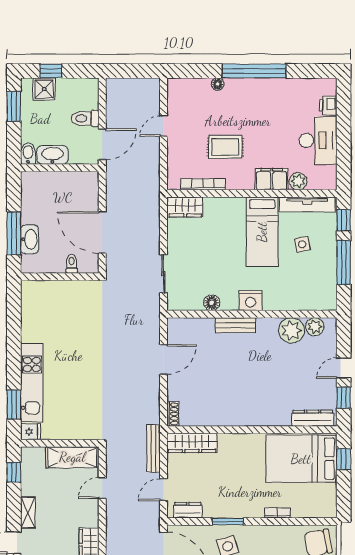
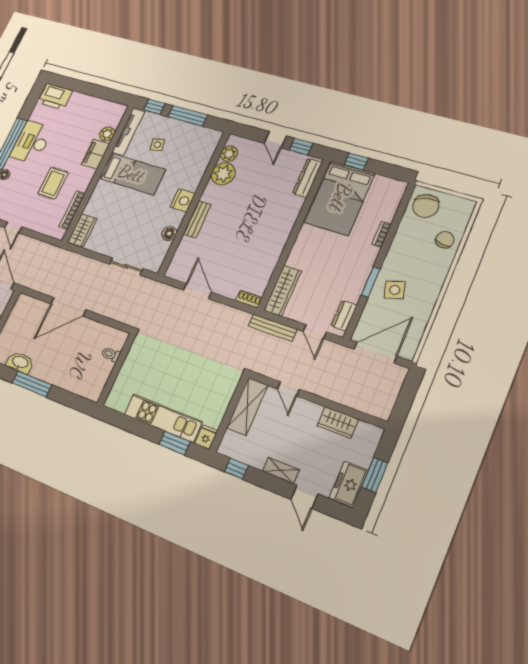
printer: (328, 105) -> (55, 97), width x1.87, depth x1.48
desk: (318, 140) -> (32, 142), moved, turned -90
washbasin: (30, 239) -> (20, 362), moved
toilet: (72, 264) -> (111, 354), moved
wall: (60, 277) -> (116, 369), moved

